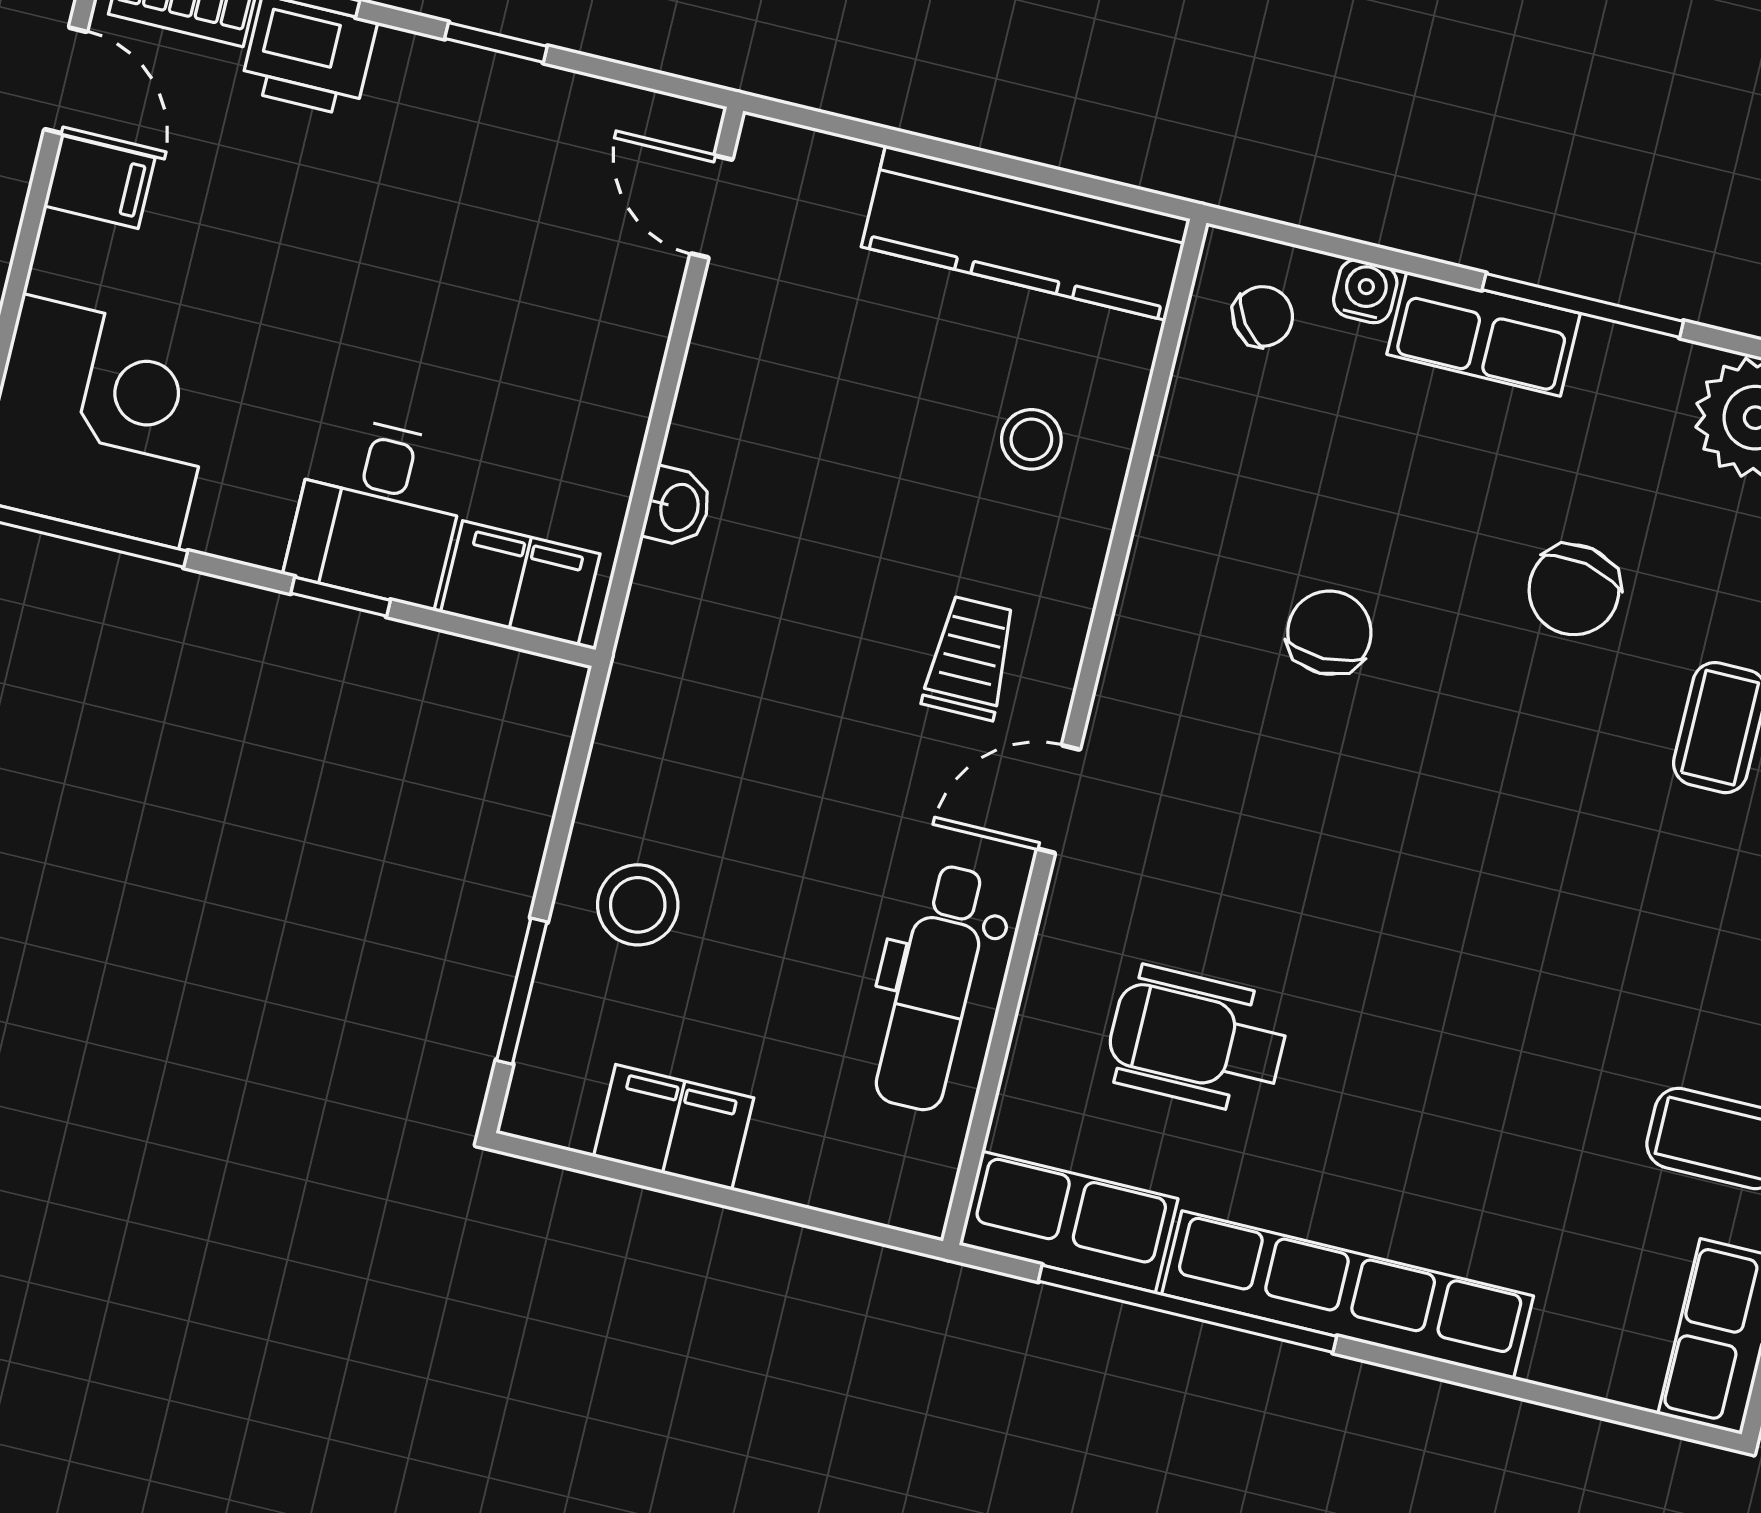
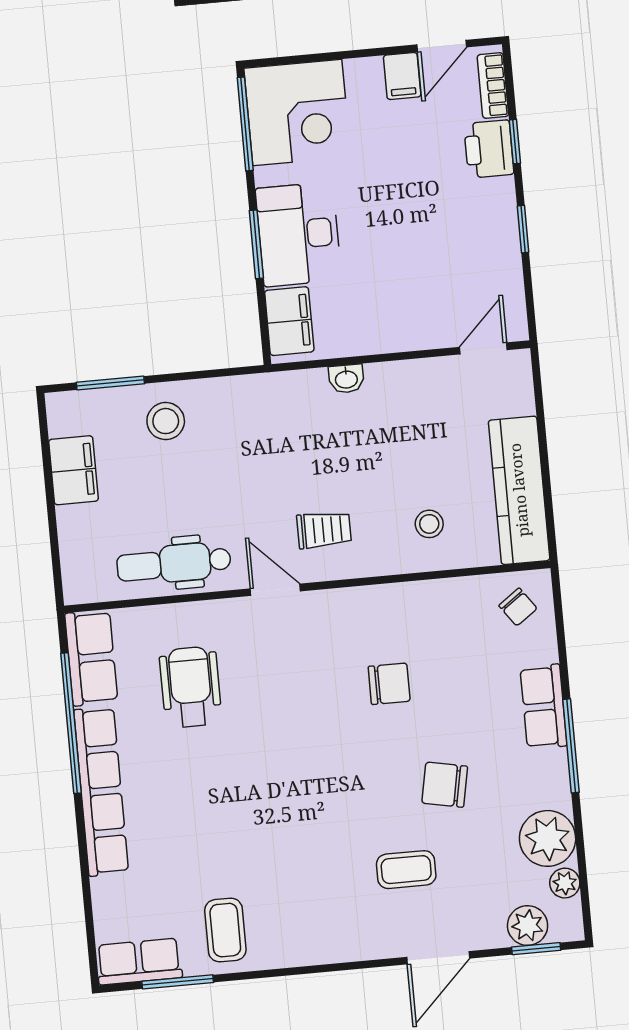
water cooler: (1365, 291) -> (544, 648), removed
desk: (378, 511) -> (298, 234), width x1.37
window: (341, 597) -> (256, 244), width x1.50

